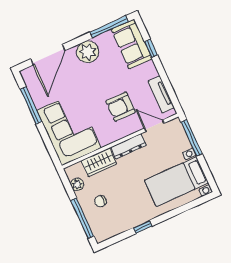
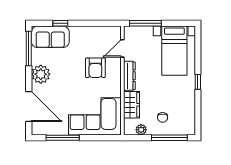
tv unit: (161, 95) -> (101, 32), removed
window: (143, 227) -> (198, 82), moved

